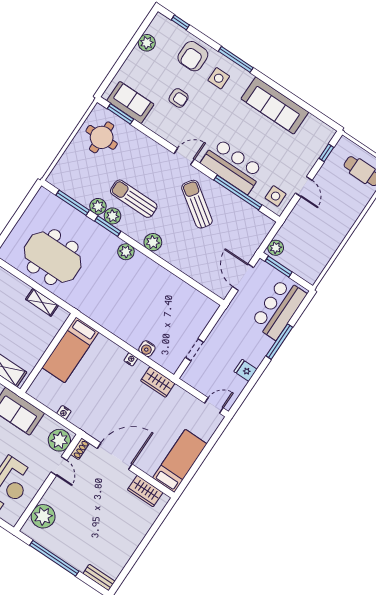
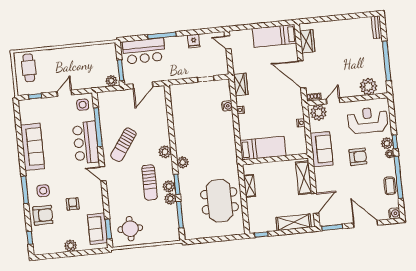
plant: (147, 43) -> (71, 246), moved

